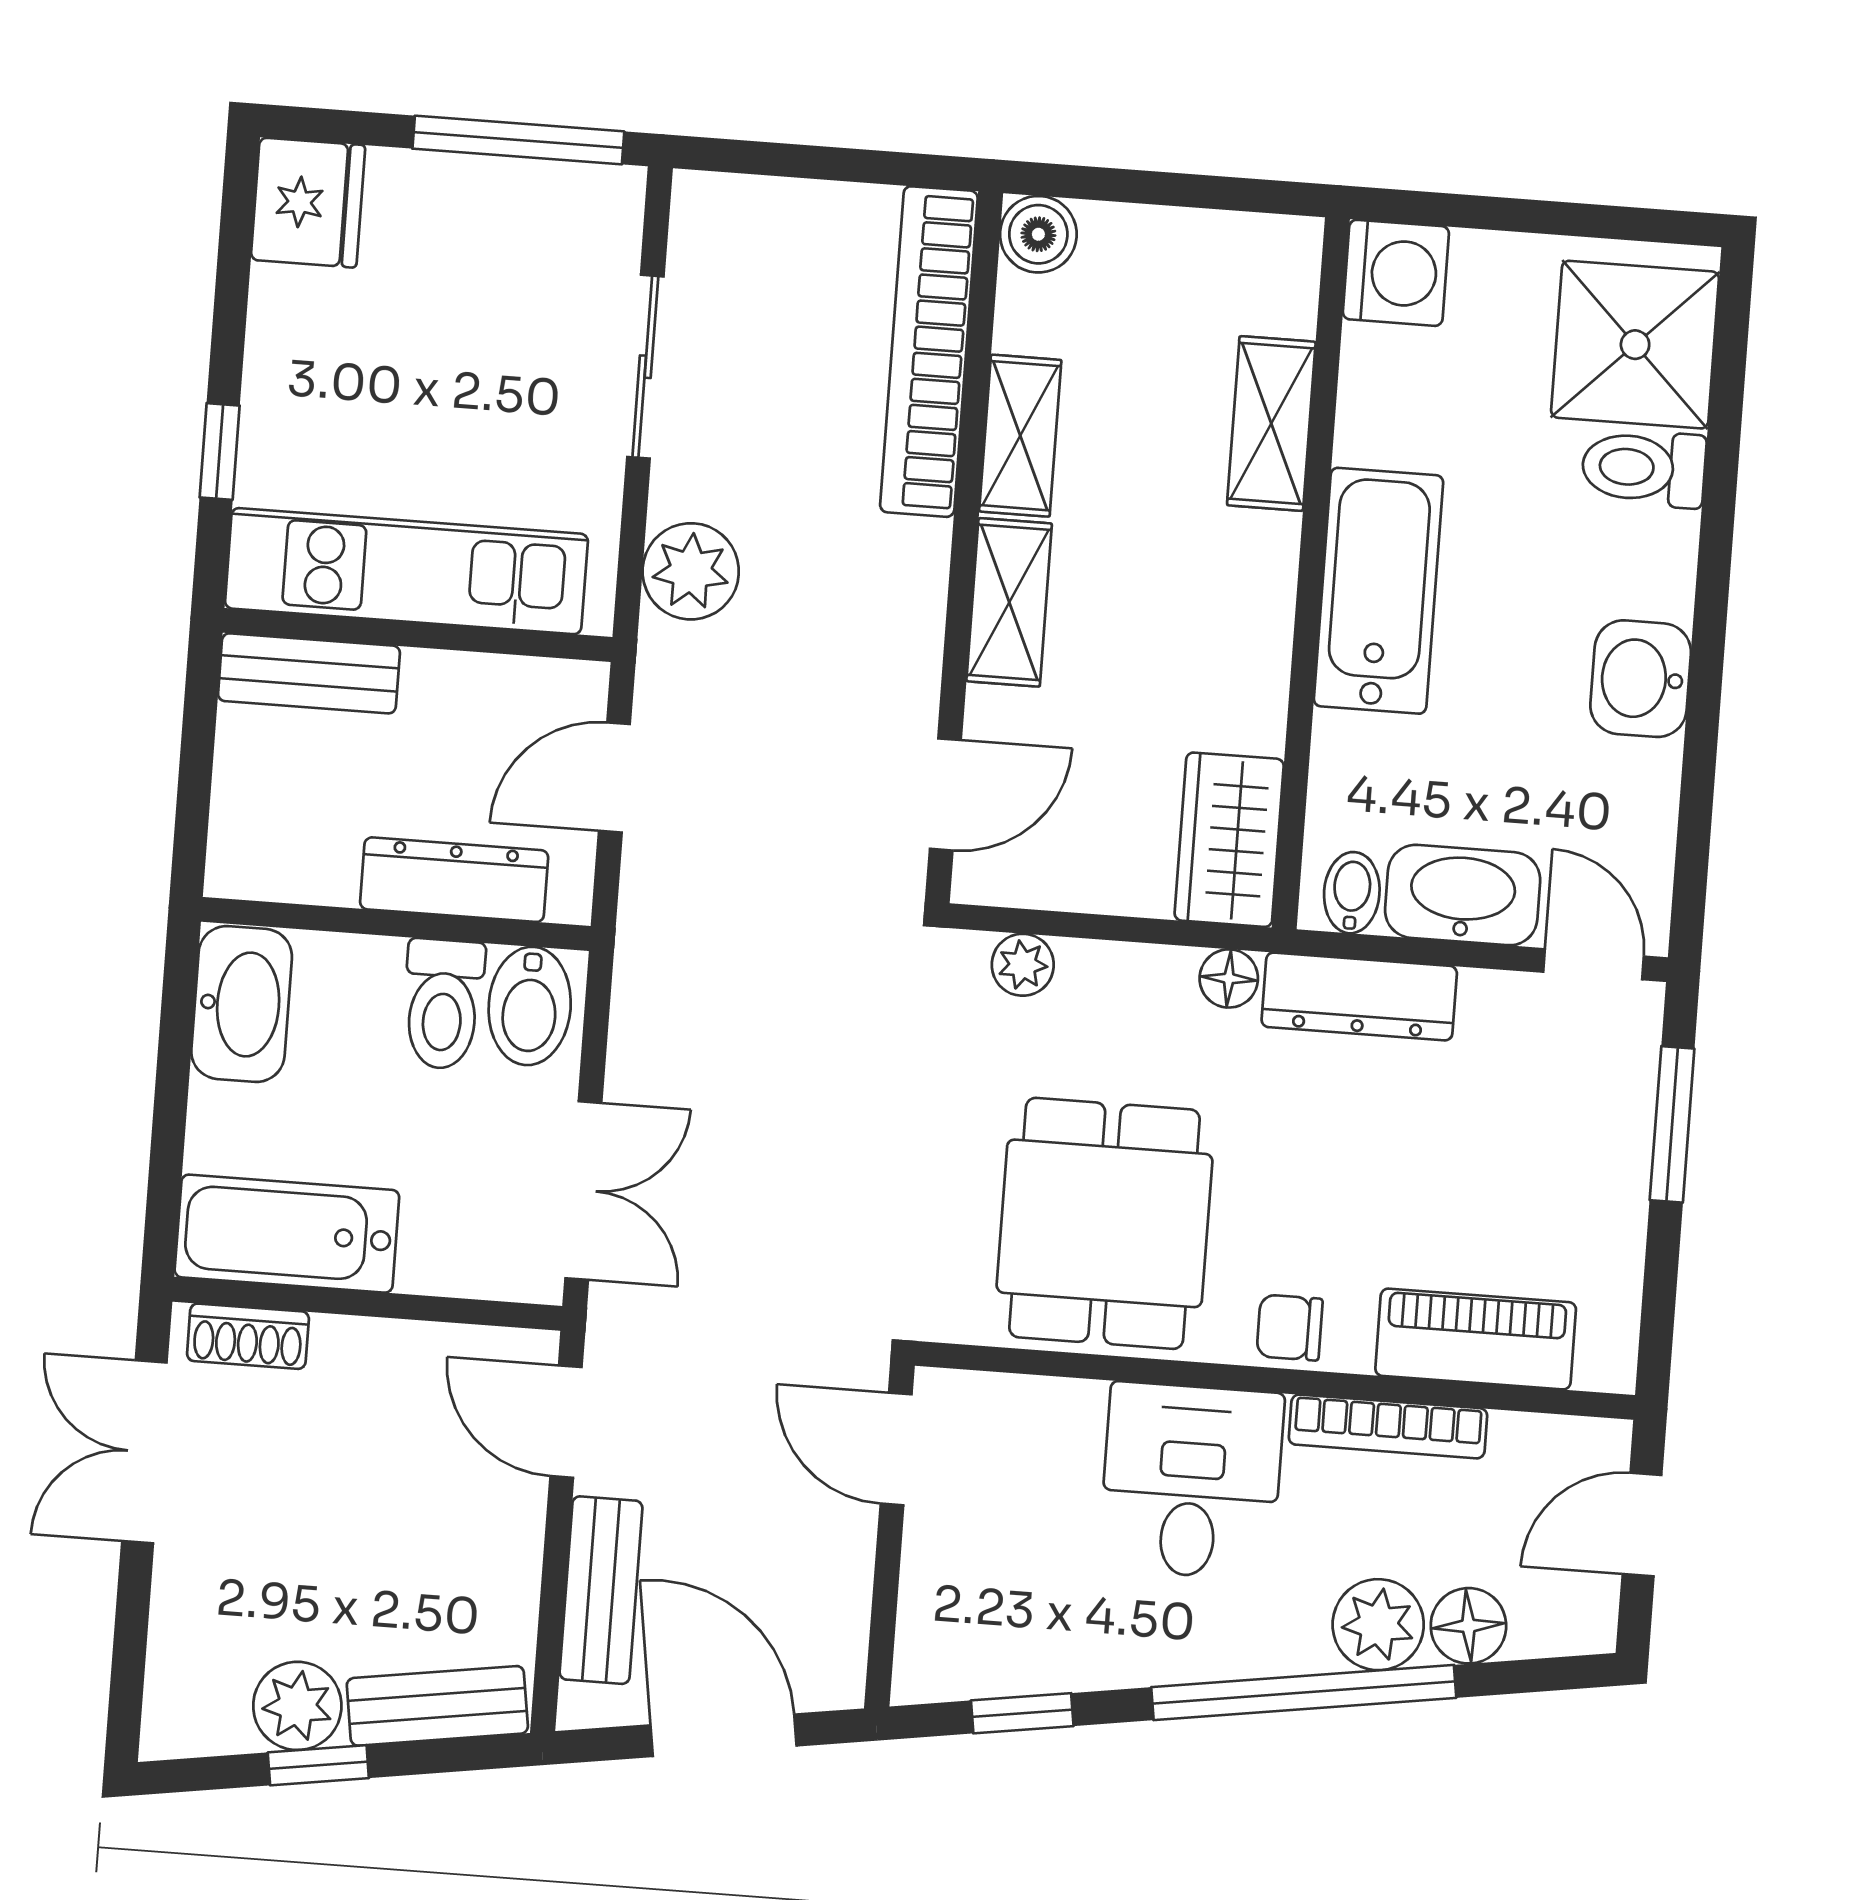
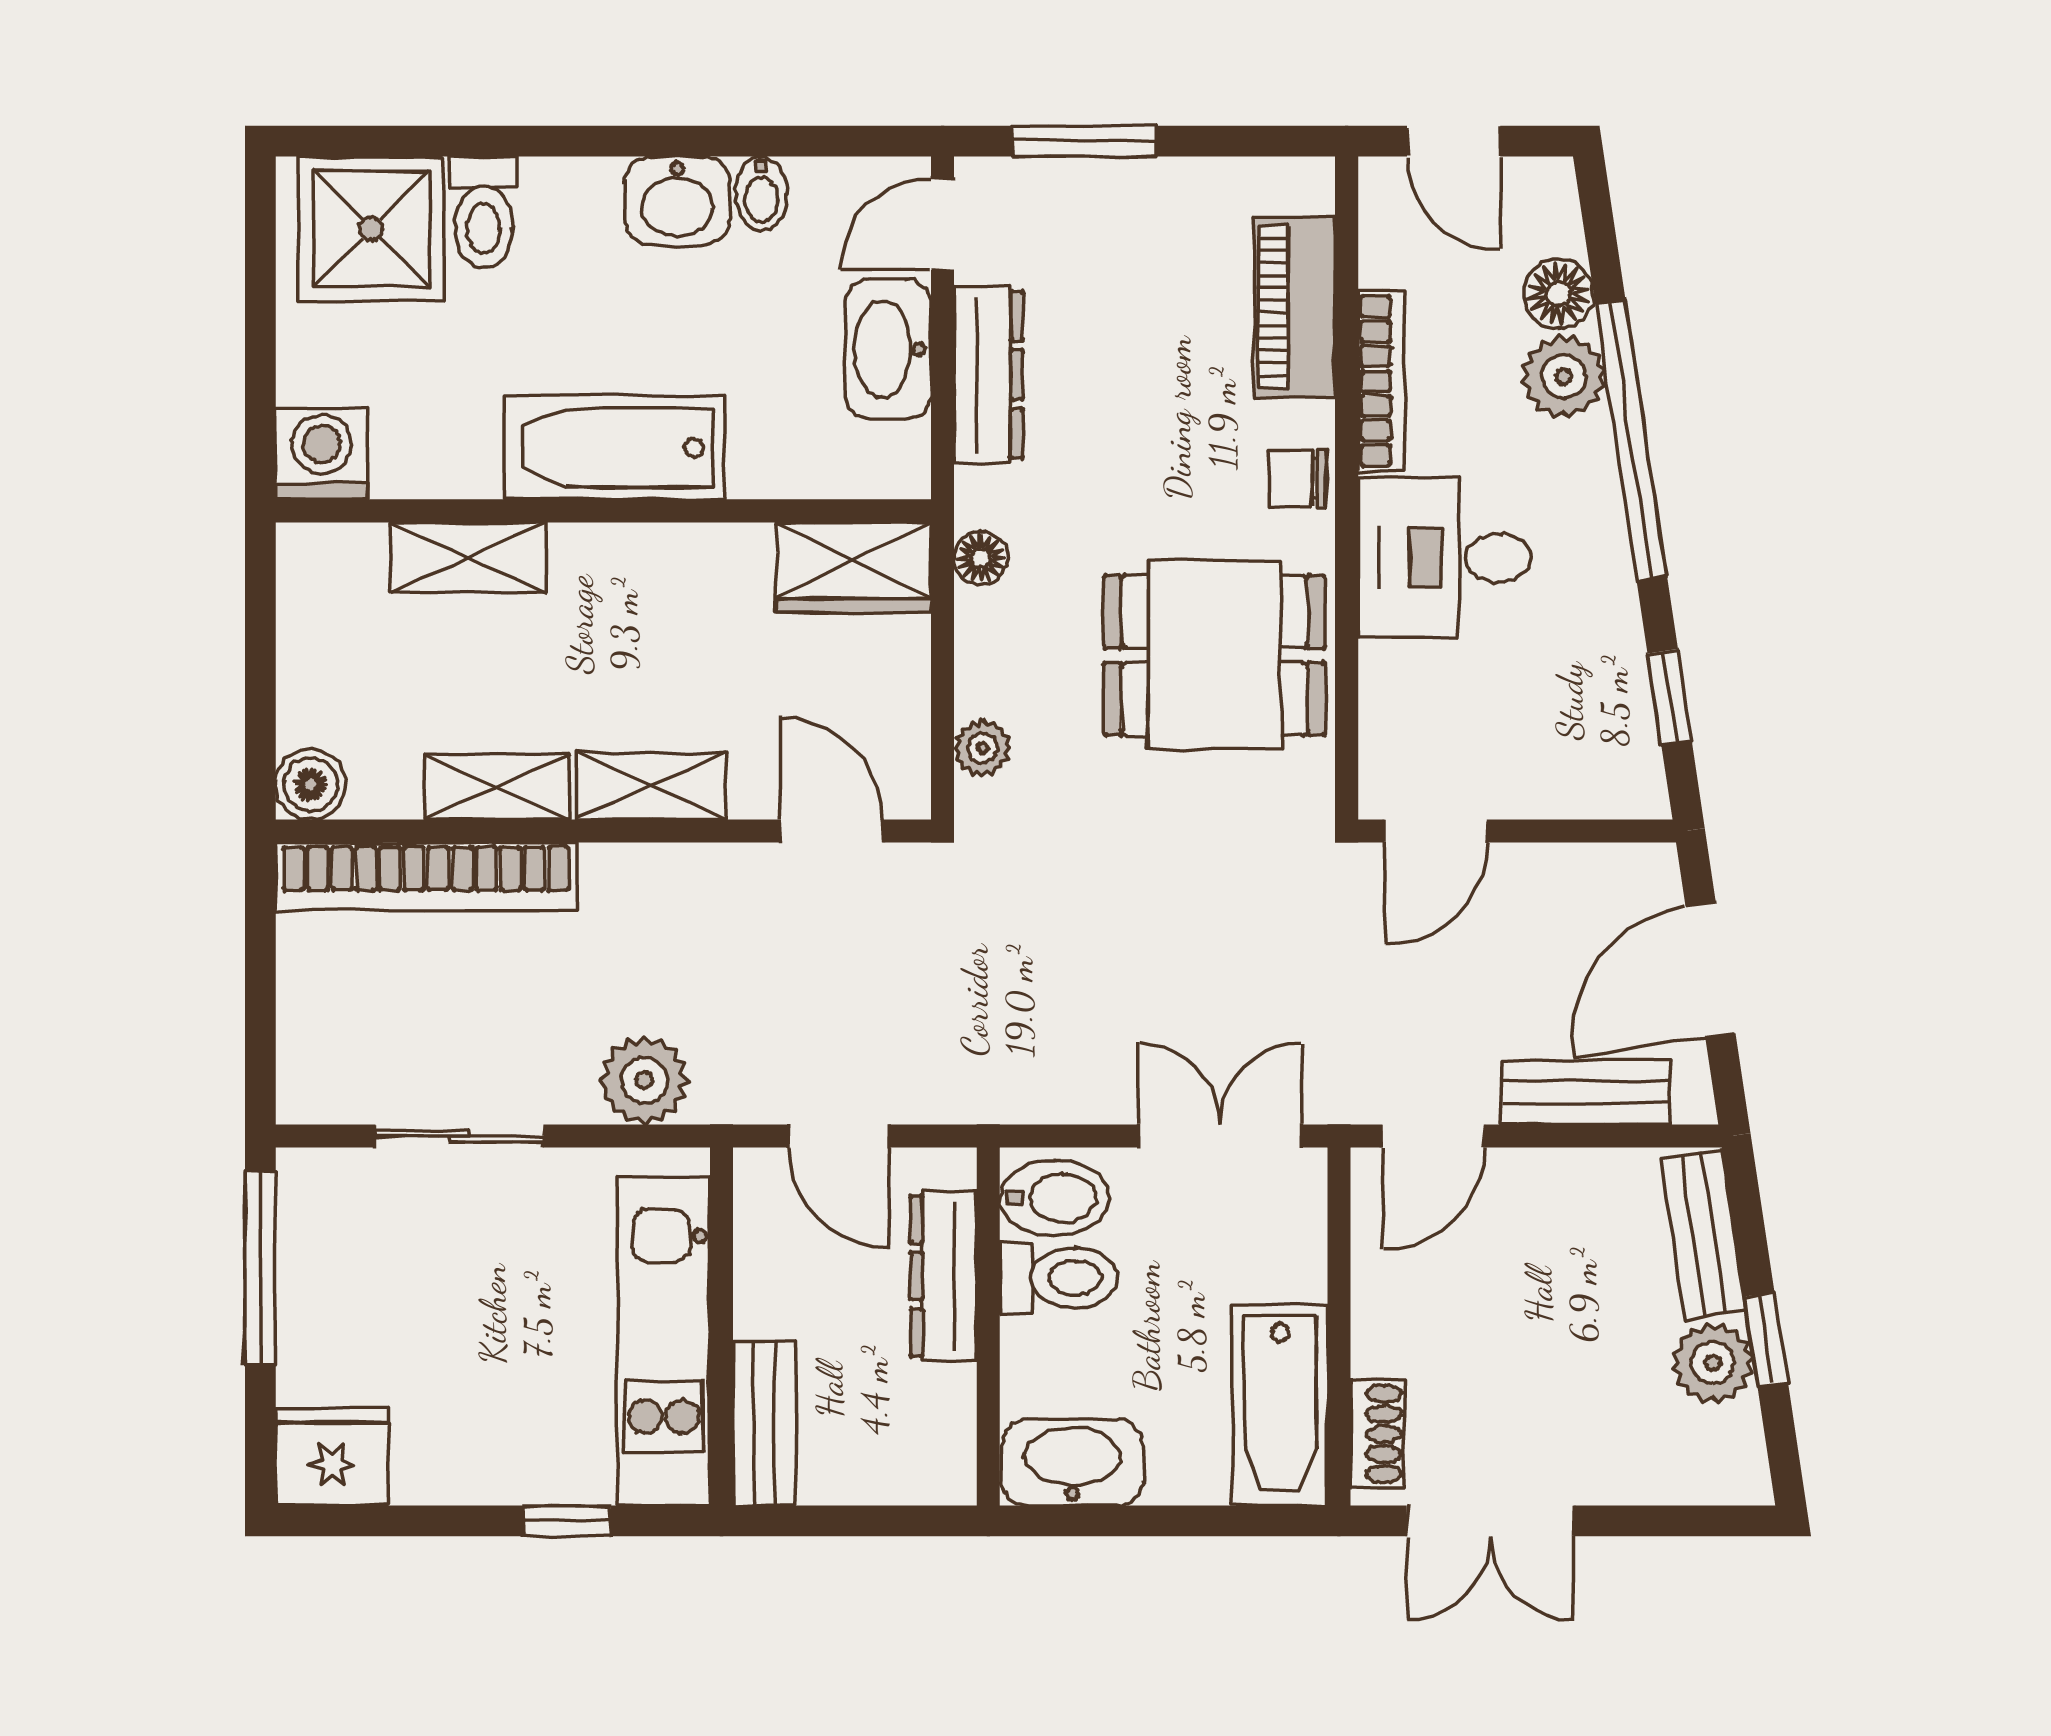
bidet: (1352, 893) -> (761, 194), moved, turned -90
dresser: (1359, 997) -> (988, 375), moved
chair: (1290, 1328) -> (1297, 478), turned 90

